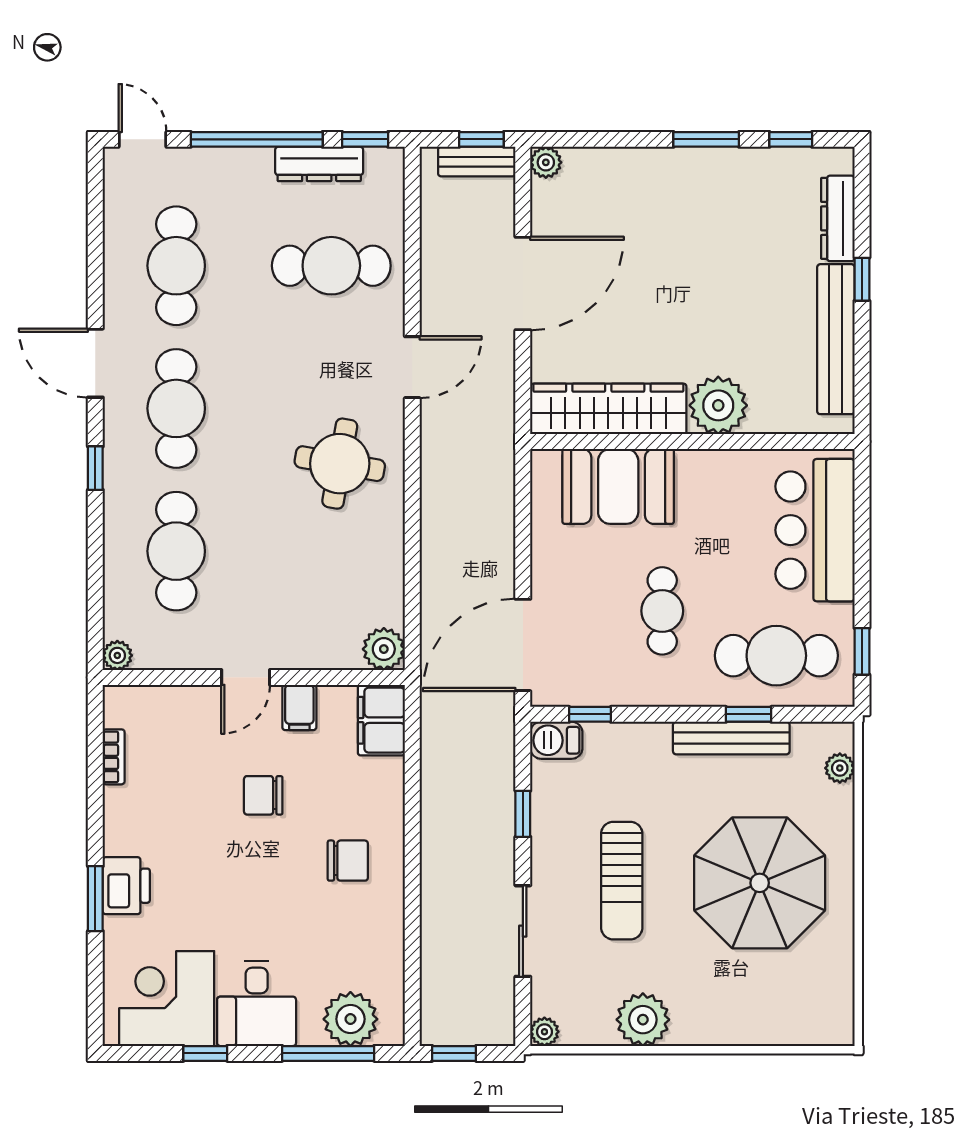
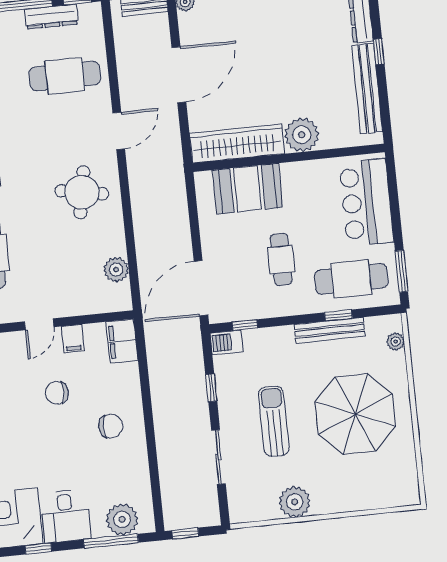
plant: (384, 649) -> (116, 270), moved
window: (862, 651) -> (401, 271), width x1.50
sun lounger: (622, 881) -> (274, 421), turned 180
plant: (544, 1032) -> (237, 515), removed

